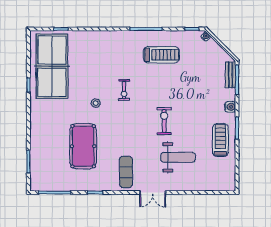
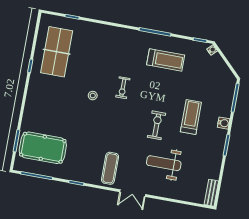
table tennis table: (52, 66) -> (57, 52), width x0.73, depth x0.76
bench: (231, 75) -> (211, 193), moved
treadmill: (220, 140) -> (191, 117), moved
pool table: (83, 146) -> (43, 148), moved, turned 90
weight bench: (178, 157) -> (164, 163), turned 180

